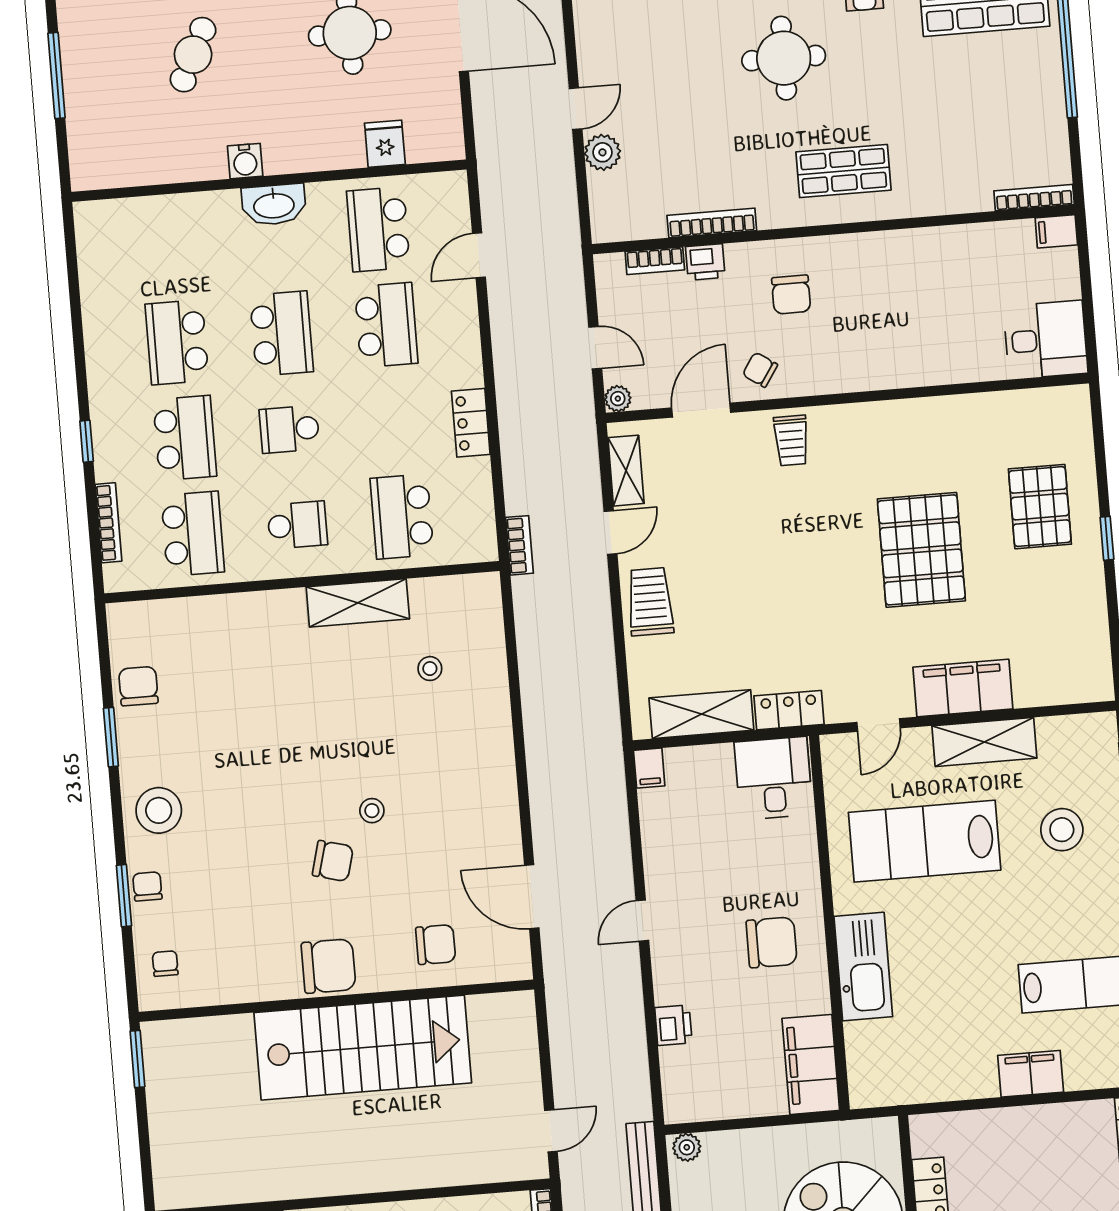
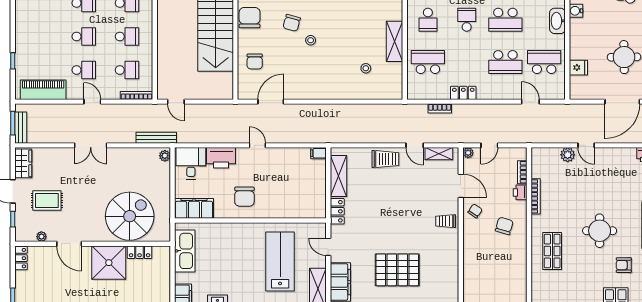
chair: (791, 294) -> (504, 226), turned 106
bookcase: (520, 545) -> (440, 108), moved
desk: (773, 778) -> (191, 163), moved, turned -90
chair: (329, 966) -> (250, 18), turned 180
kitchen sink: (863, 966) -> (185, 251), moved, turned -90
printer: (673, 1025) -> (221, 158), width x1.87, depth x1.48

